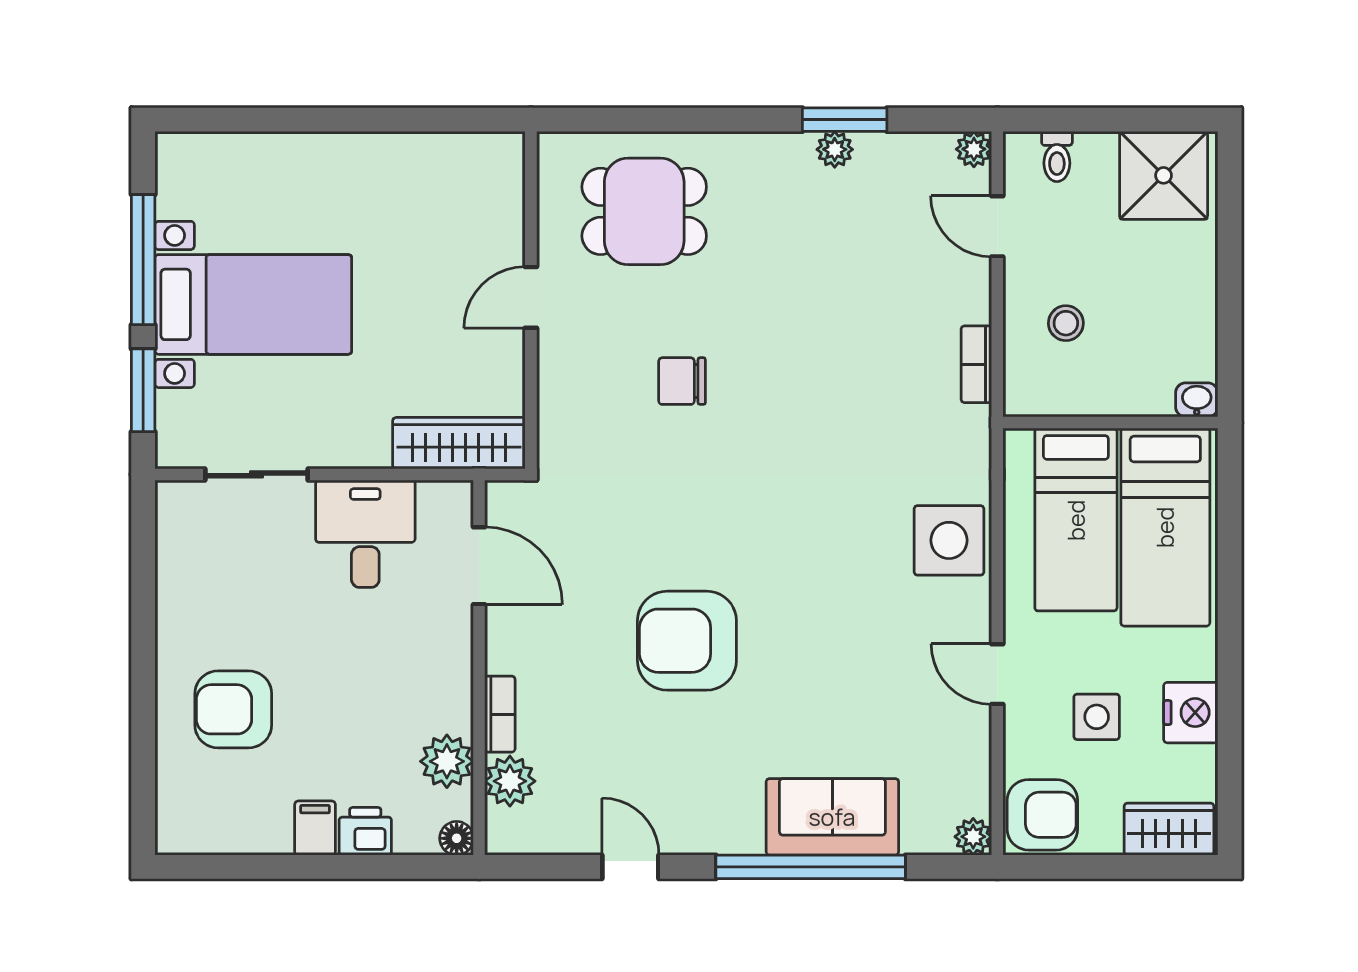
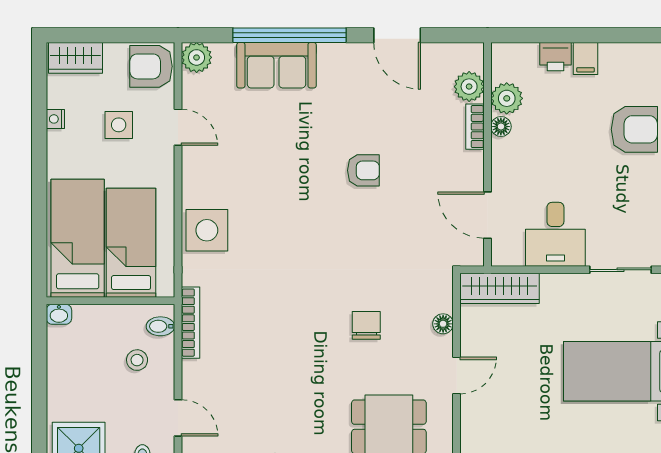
bookcase: (976, 364) -> (191, 323), width x1.56
bidet: (1027, 380) -> (160, 326), added
chair: (682, 381) -> (366, 325), turned -90
floor lamp: (554, 384) -> (443, 324), added
armchair: (687, 641) -> (363, 170), width x0.53, depth x0.53
door: (997, 674) -> (178, 127), moved
nightstand: (1191, 713) -> (55, 119), width x0.53, depth x0.56
plant: (973, 837) -> (197, 57), width x1.38, depth x1.38
floor lamp: (457, 838) -> (501, 127), moved
door: (630, 867) -> (397, 35), width x1.38

